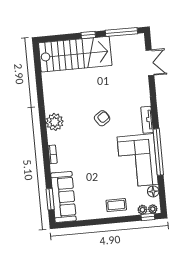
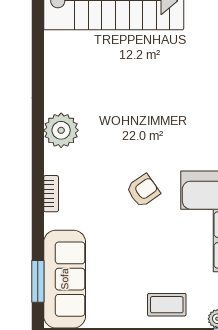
armchair: (102, 118) -> (143, 191), moved

